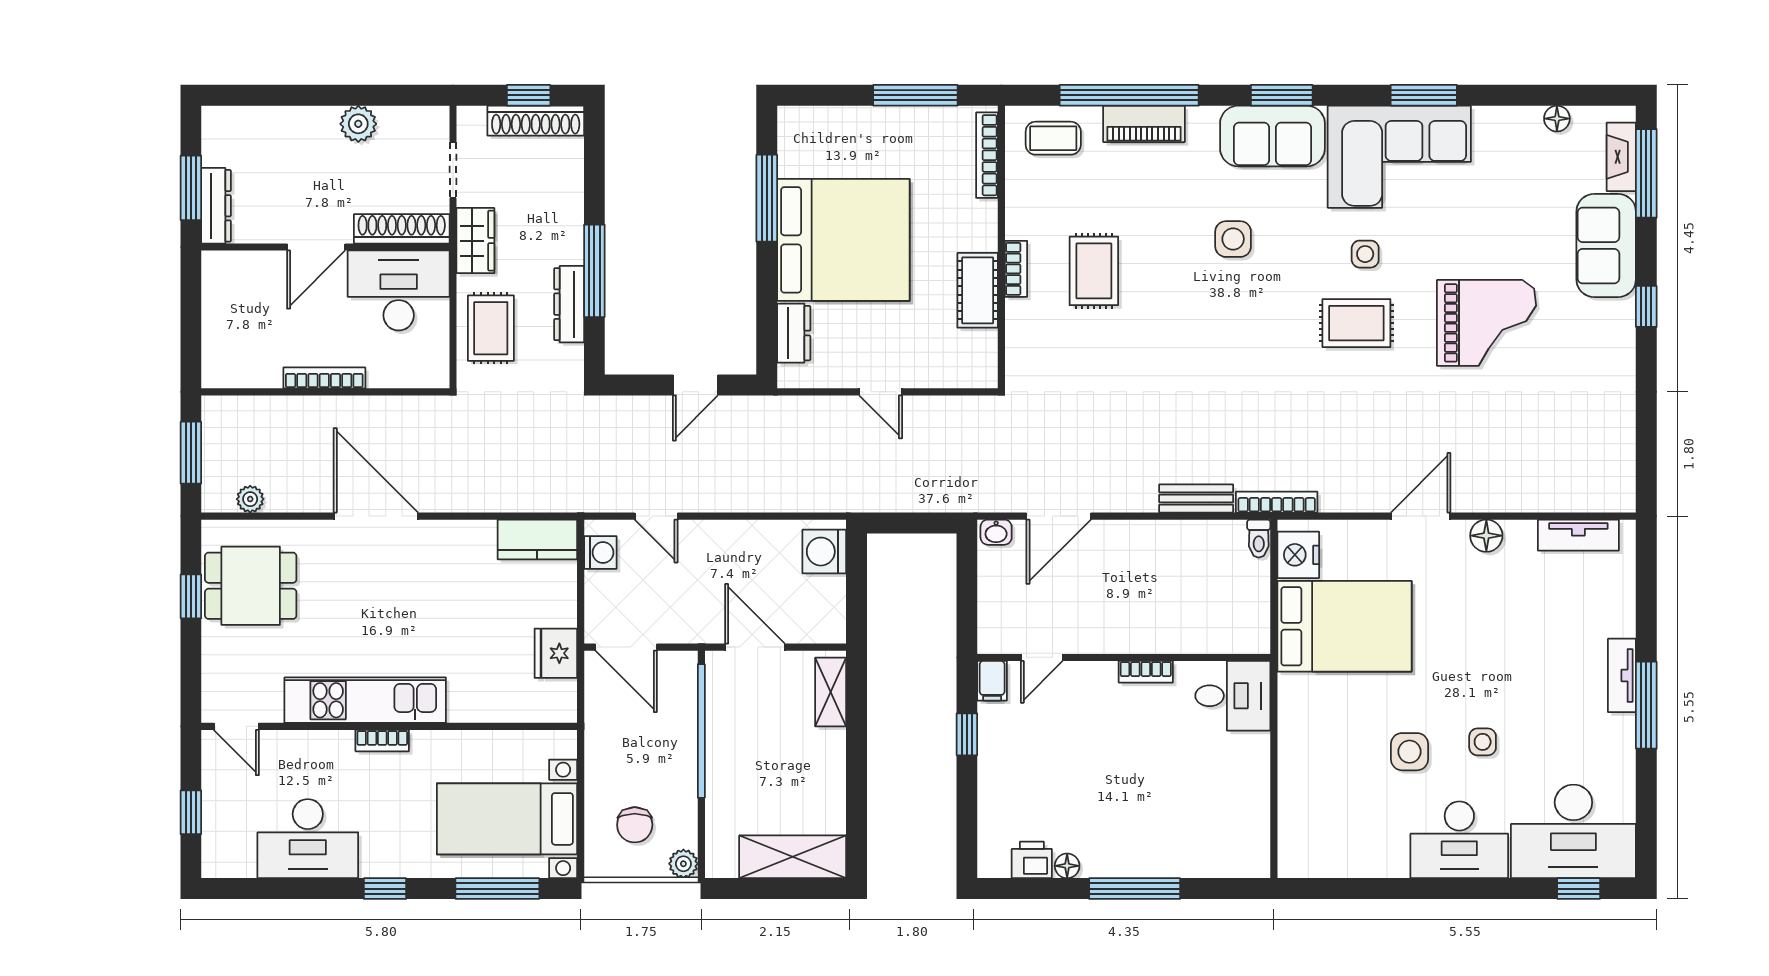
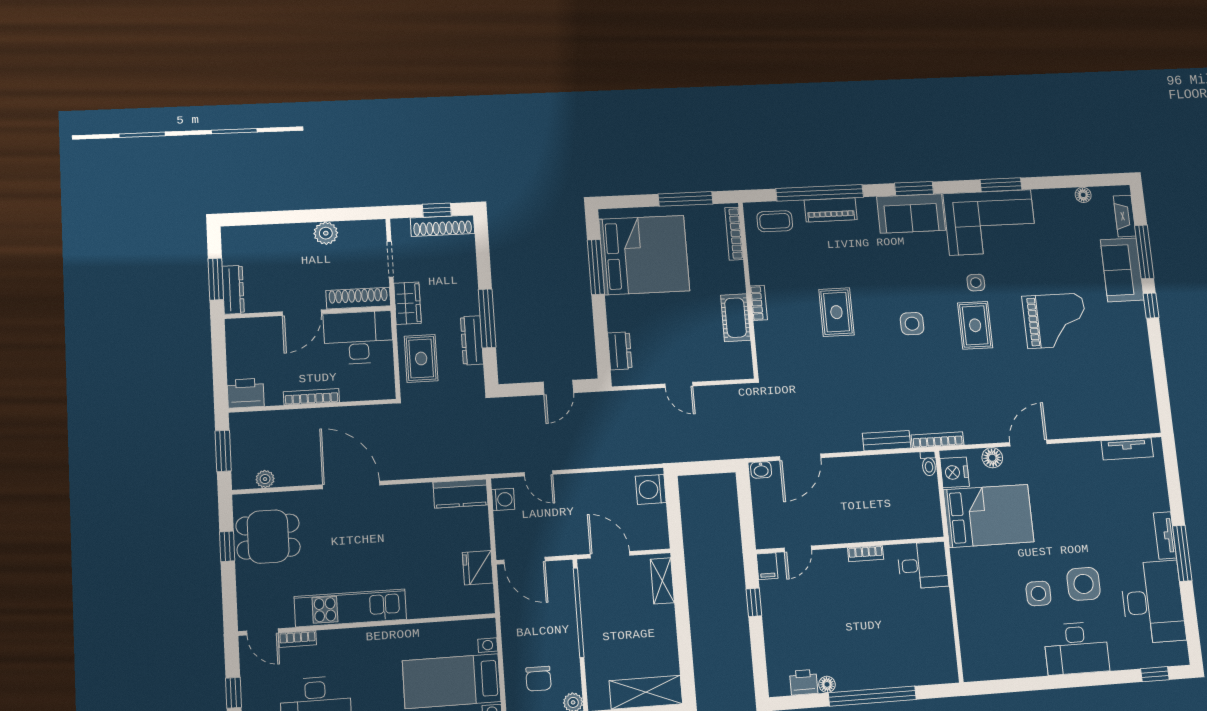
window: (1646, 173) -> (1144, 252), moved
side table: (1233, 239) -> (912, 324), moved
bed: (843, 240) -> (644, 255), moved
rug: (1094, 271) -> (836, 312), moved
rug: (1356, 323) -> (975, 325), turned 90
printer: (228, 367) -> (246, 393), added
floor lamp: (1486, 536) -> (992, 458), moved
bookcase: (382, 741) -> (298, 639), moved
side table: (1483, 742) -> (1084, 584), width x1.87, depth x1.87
desk: (1573, 831) -> (1153, 602), moved, turned -90
window: (1135, 889) -> (872, 696), width x1.46

